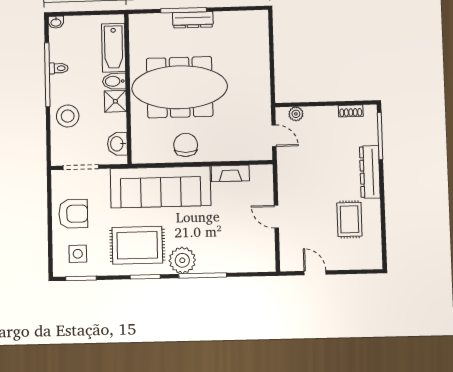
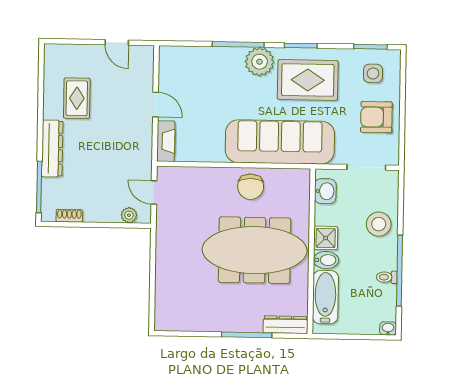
dresser: (193, 20) -> (285, 325), moved
fireplace: (230, 173) -> (166, 141), moved, turned 90

